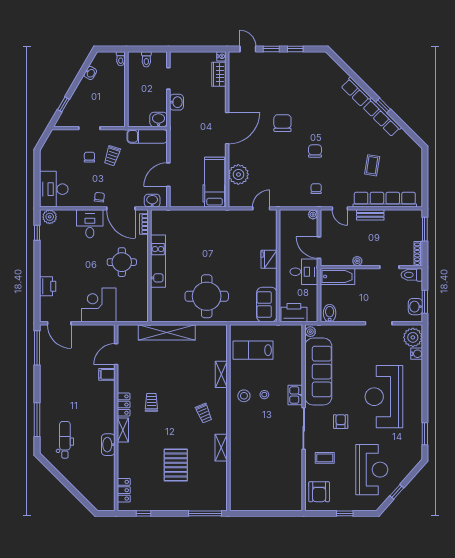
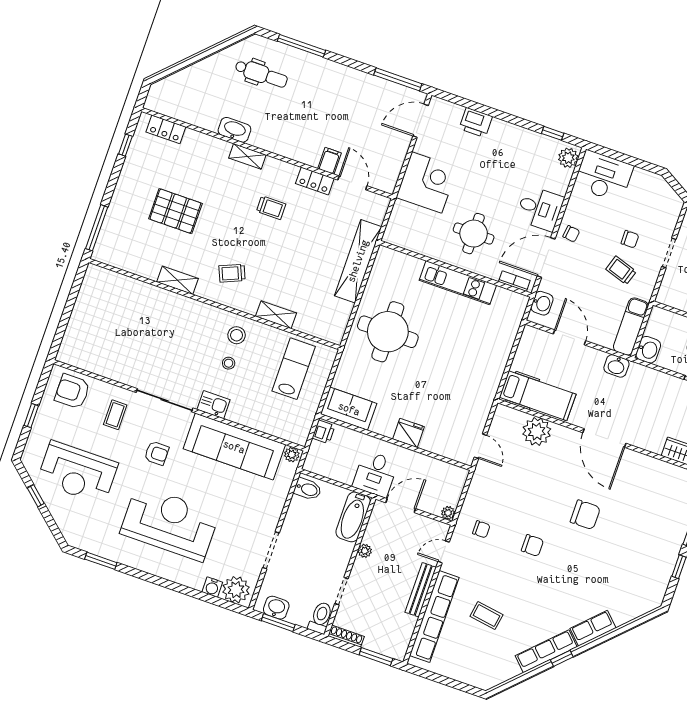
washbasin: (177, 102) -> (616, 366), moved
bench: (370, 215) -> (421, 590), width x1.36
printer: (294, 313) -> (324, 432), width x0.53, depth x0.68
locker: (124, 405) -> (315, 181), moved

